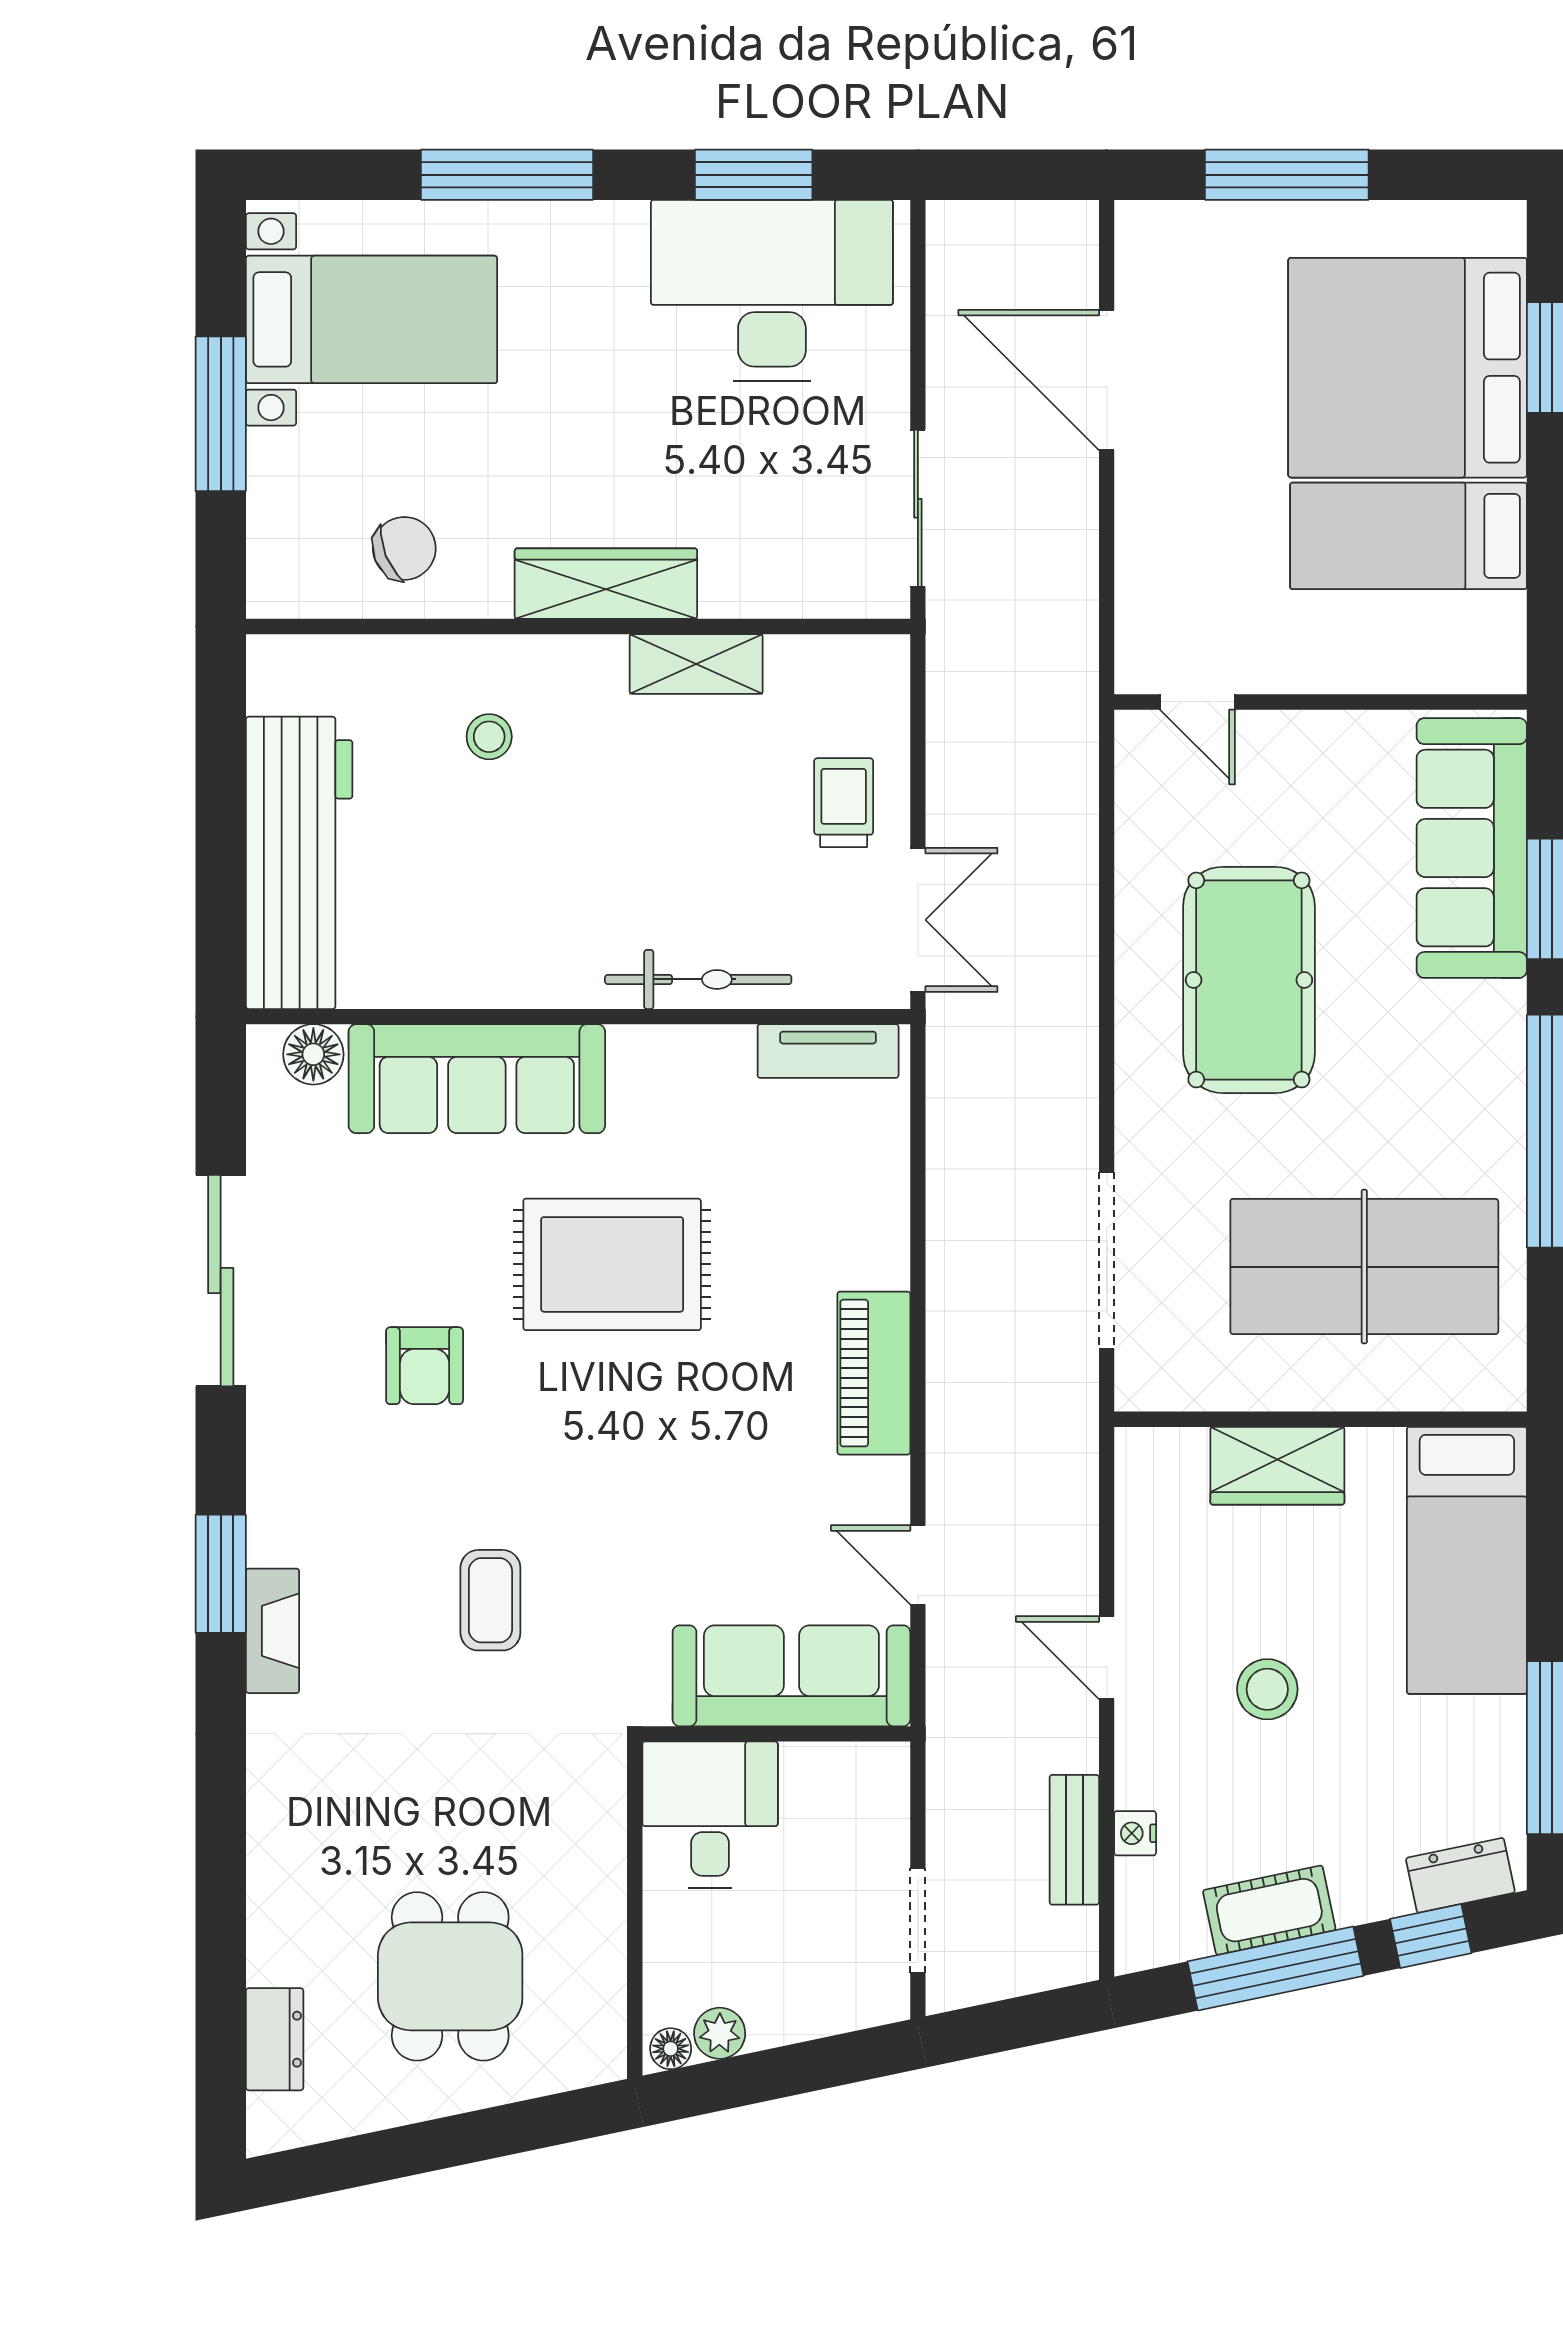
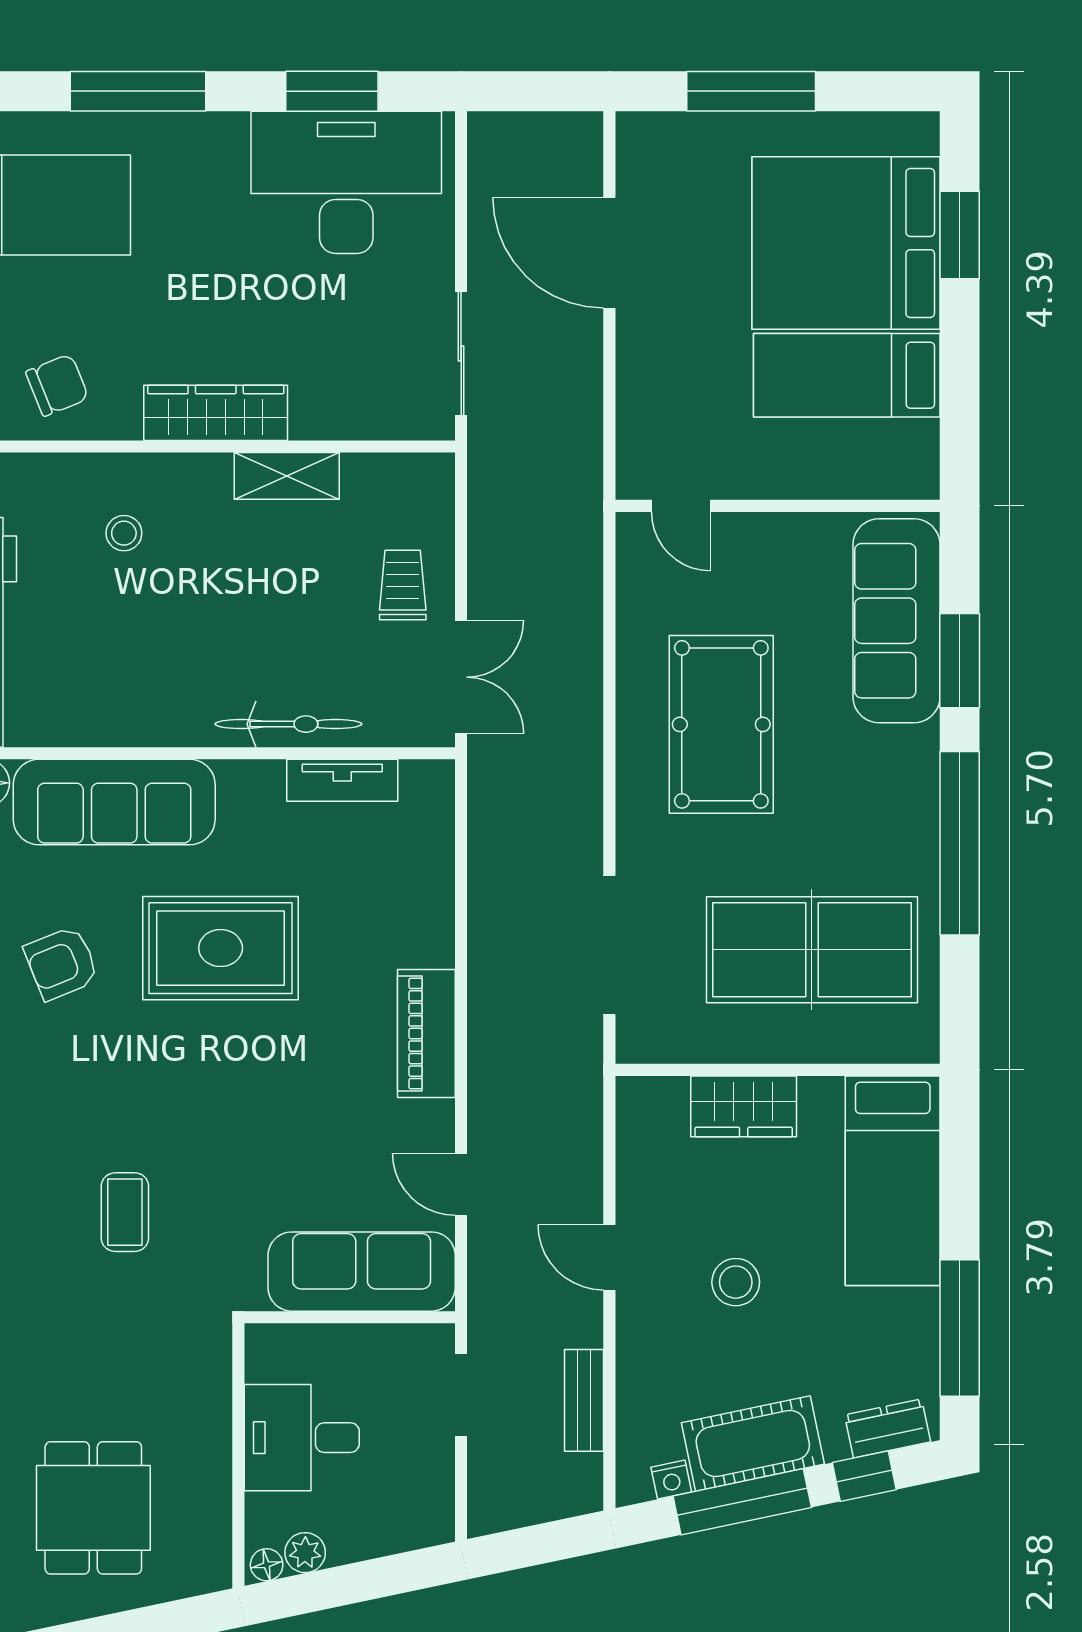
tv unit: (828, 1051) -> (342, 780), moved
armchair: (425, 1366) -> (62, 963), moved, turned 68
desk: (710, 1814) -> (302, 1438), moved, turned -90
nightstand: (1135, 1833) -> (671, 1480), moved, turned -102
cot: (1269, 1910) -> (753, 1443), width x1.37, depth x1.34
doorway: (918, 1921) -> (461, 1395), moved

